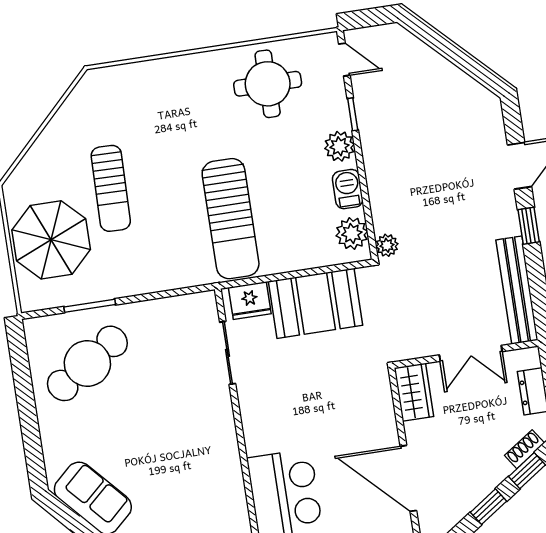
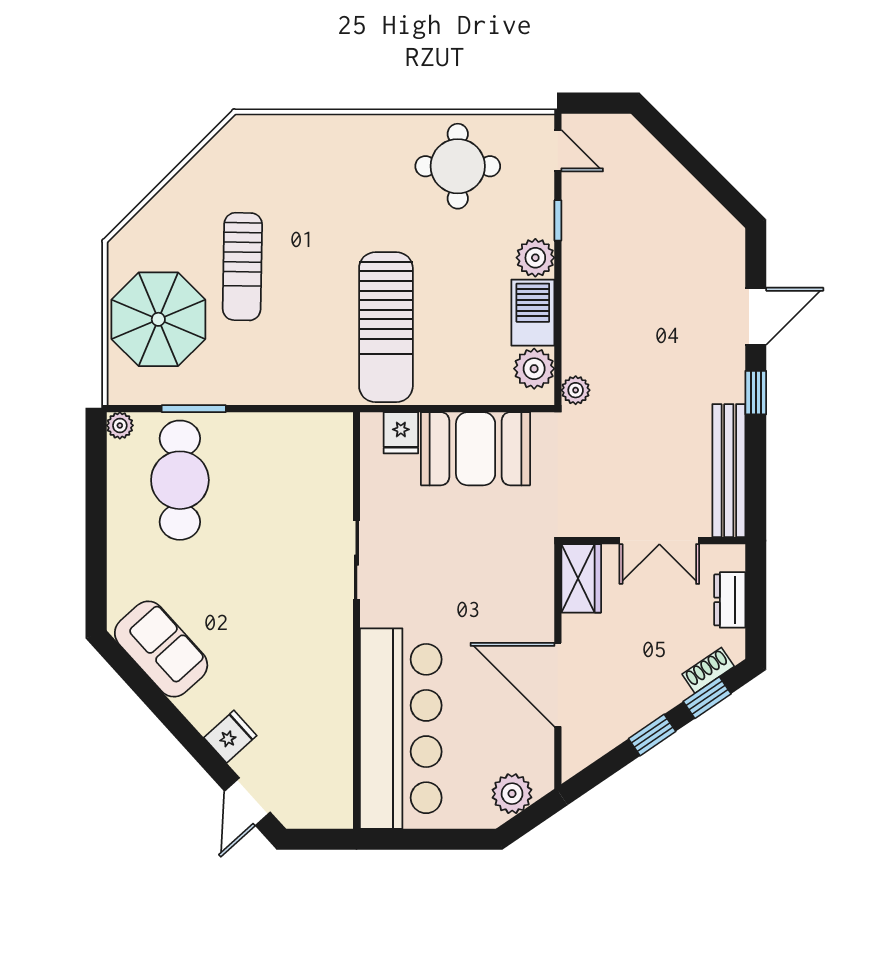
barbecue: (348, 189) -> (533, 313), width x1.38, depth x1.27
fridge: (250, 301) -> (401, 433), width x0.72
plant: (34, 328) -> (120, 425), added
sliding door: (228, 353) -> (356, 560), moved
cafe table: (87, 363) -> (180, 480), turned -57

